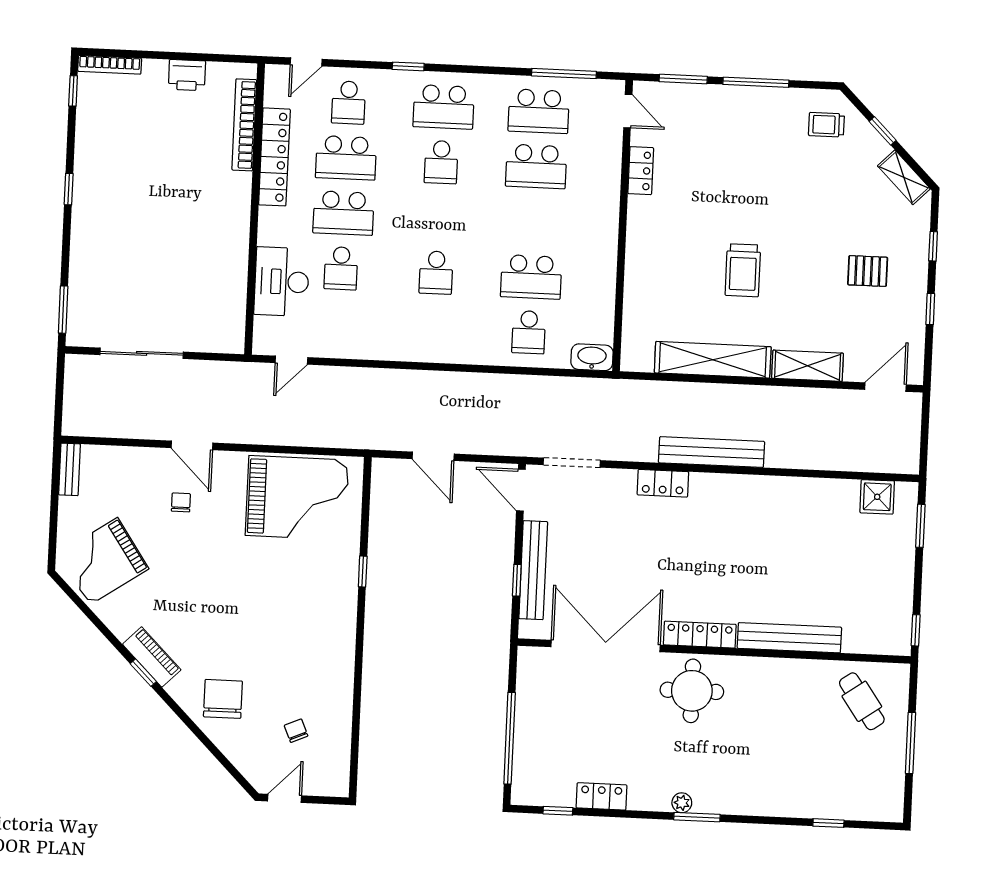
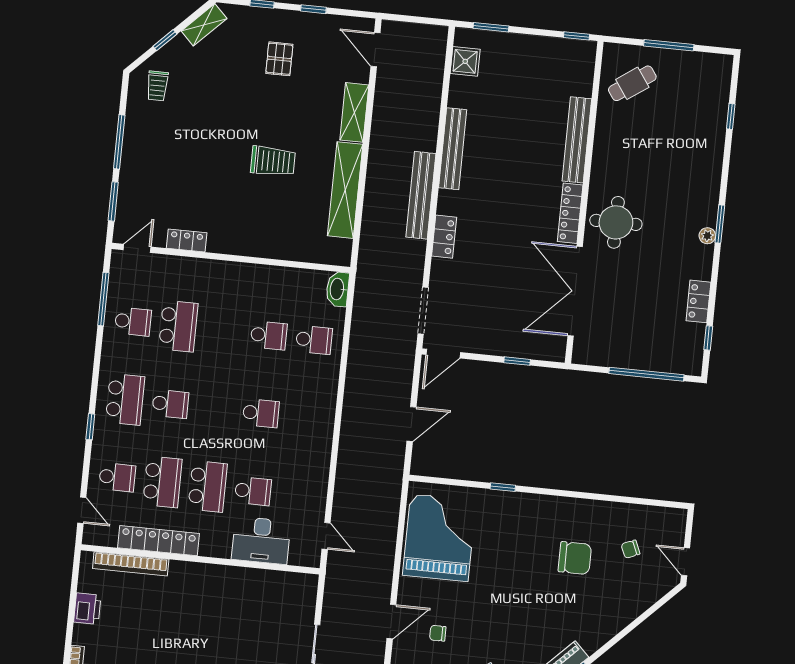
school desk: (539, 111) -> (133, 322), width x0.54
school desk: (531, 277) -> (269, 335), width x0.54
bench: (533, 570) -> (453, 149), moved, turned 90
chair: (223, 699) -> (575, 558), moved, turned 180

